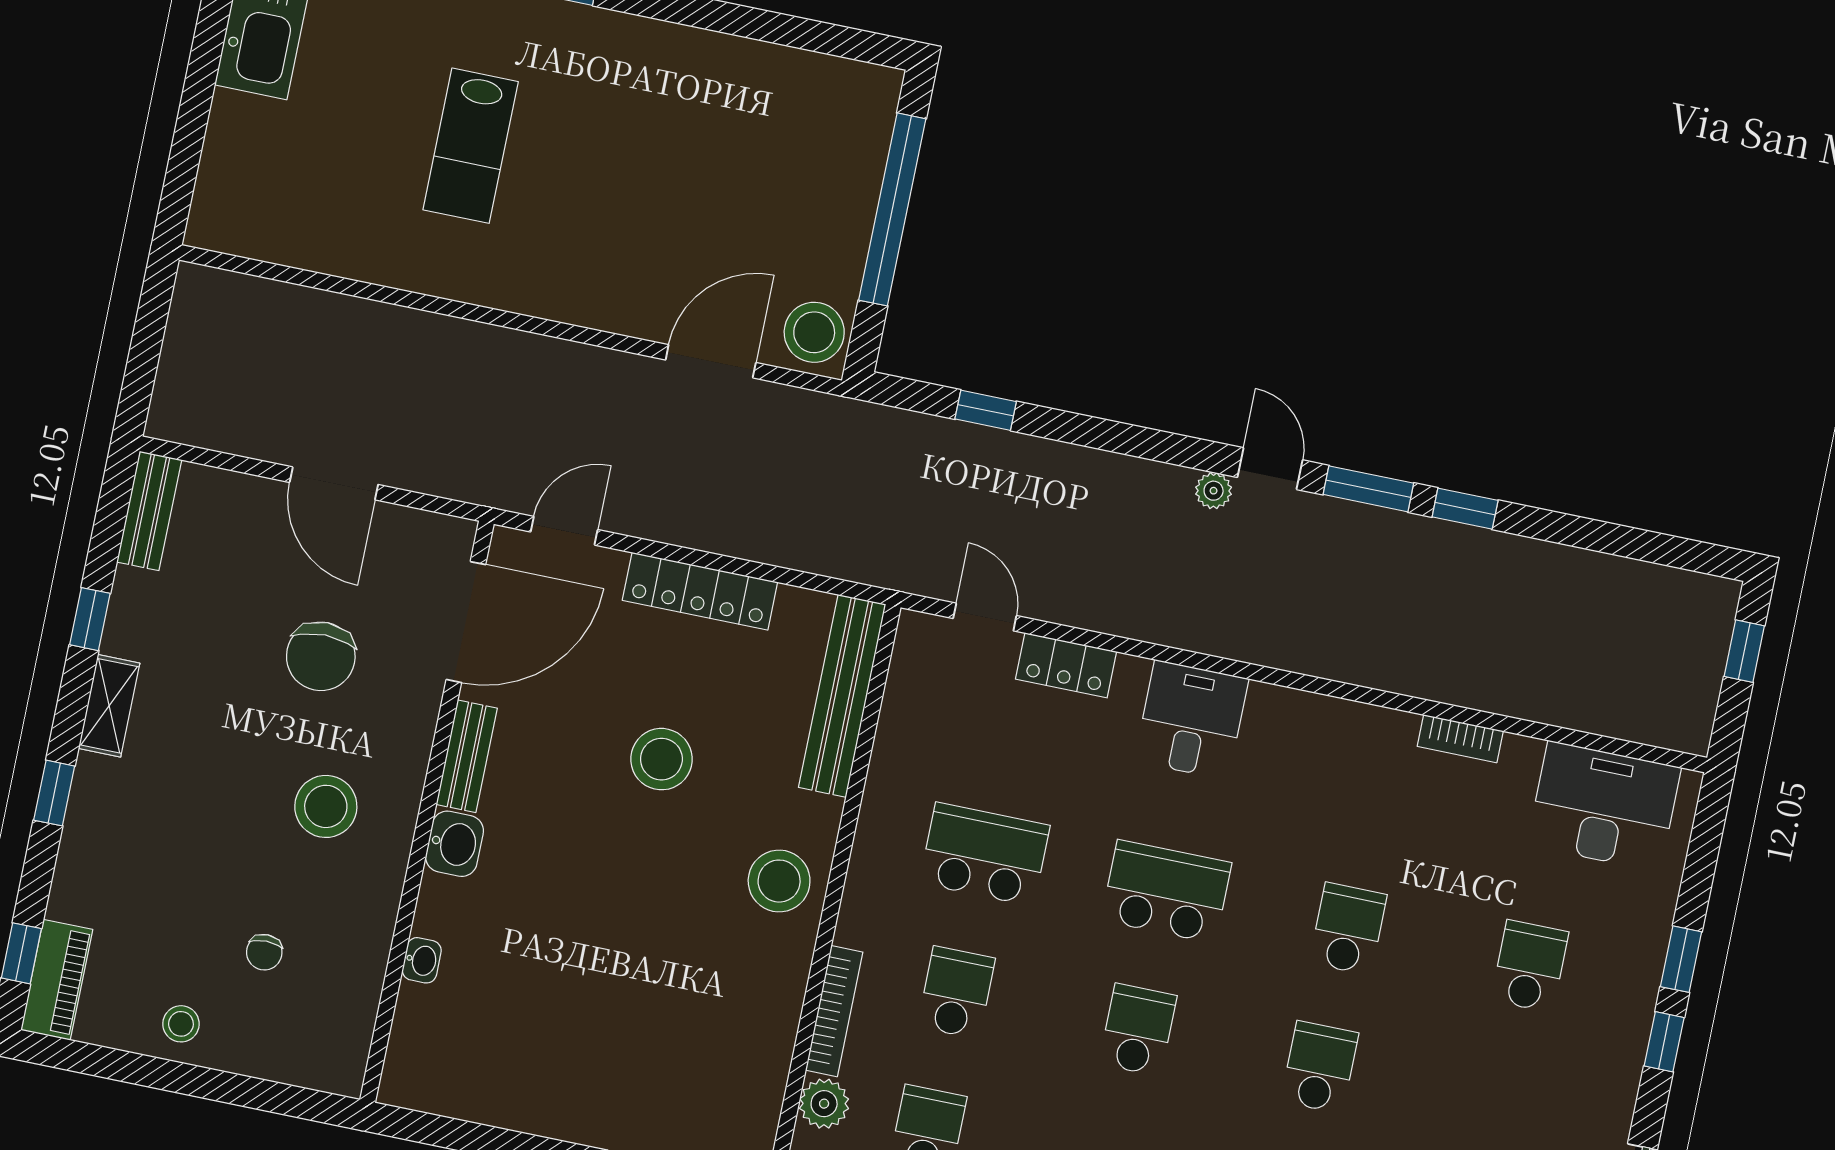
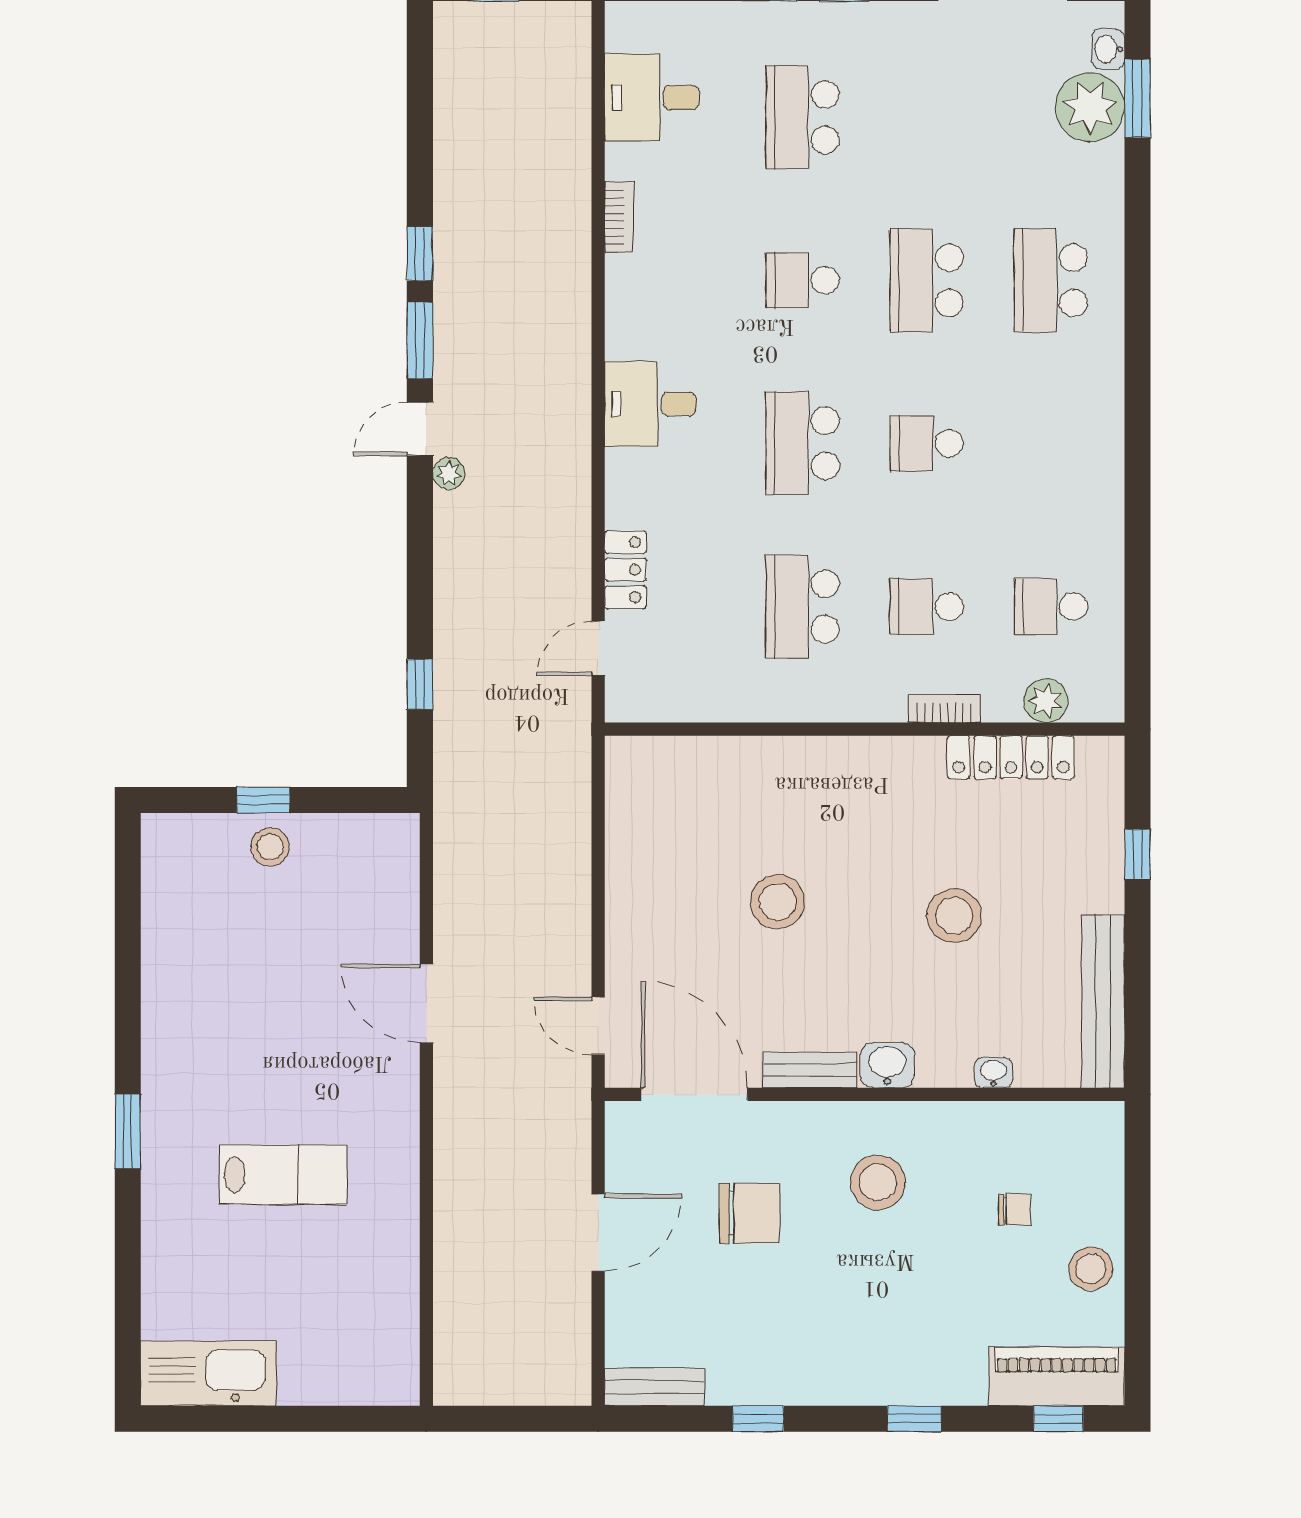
window: (892, 209) -> (263, 800), width x0.32
stool: (814, 332) -> (270, 847), moved, width x0.73, depth x0.73
door: (711, 361) -> (426, 1003), moved
locker: (700, 591) -> (1011, 757), moved, turned 90
bench: (842, 696) -> (1103, 1001), moved, turned 90
shelving: (109, 706) -> (829, 1387), removed
desk: (1191, 720) -> (650, 404), moved
desk: (1604, 806) -> (652, 98), width x0.73
stool: (779, 881) -> (954, 916), moved
school desk: (1530, 966) -> (803, 117), width x1.85
piano: (57, 980) -> (1057, 1376), width x1.37, depth x1.33
bookcase: (834, 1011) -> (944, 708), width x0.64
stool: (181, 1024) -> (1091, 1269), width x1.37, depth x1.37
school desk: (1320, 1067) -> (927, 280), width x1.85

